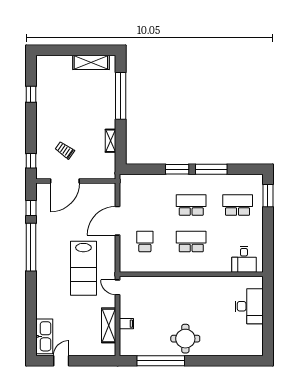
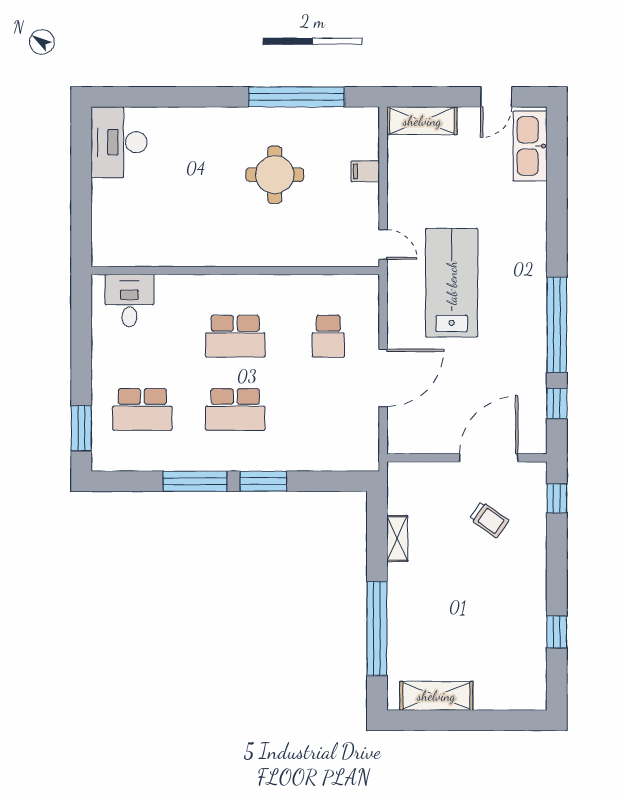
desk: (249, 306) -> (119, 142), moved
shelving: (109, 325) -> (422, 121), moved, turned 90
round table: (185, 339) -> (275, 175), moved

